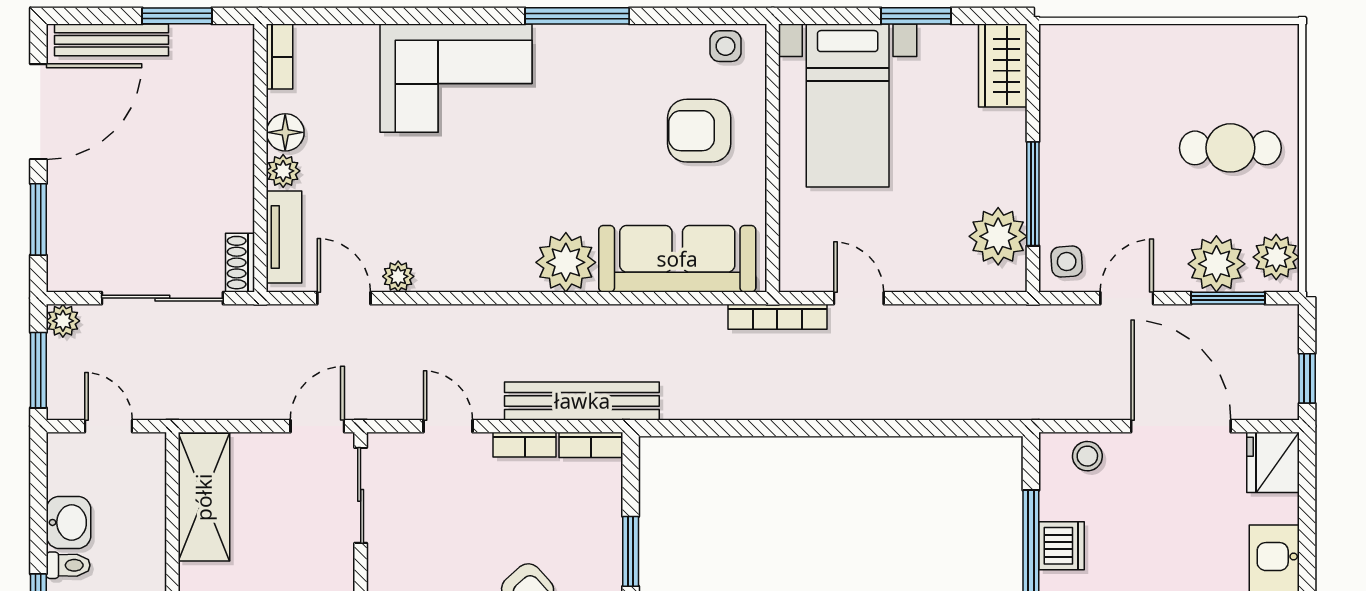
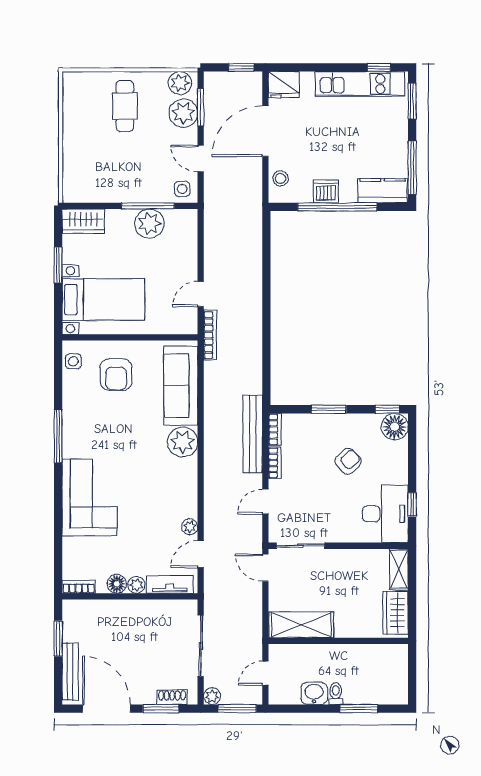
plant: (998, 236) -> (149, 224), moved
shoe rack: (240, 263) -> (172, 697), moved, turned 180

